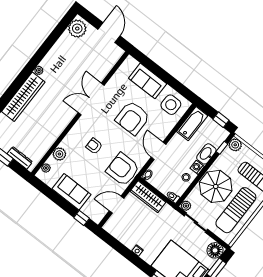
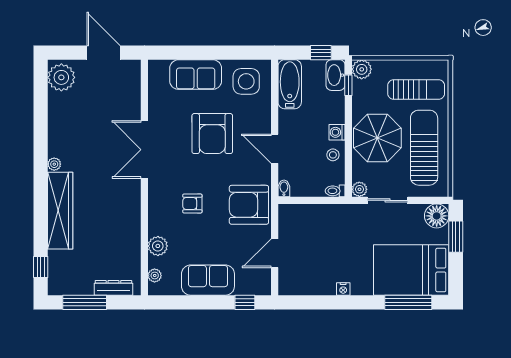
washbasin: (206, 154) -> (335, 75), moved
wardrobe: (148, 197) -> (305, 214), removed
sun lounger: (236, 210) -> (424, 148), turned 180

